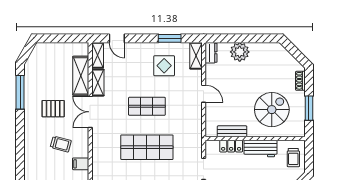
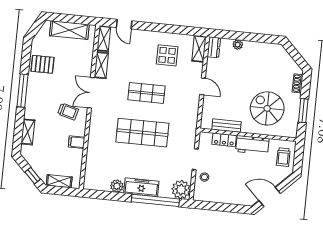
window: (170, 38) -> (175, 29), removed
plant: (240, 52) -> (238, 45), width x0.53, depth x0.53
shelving: (81, 76) -> (69, 30), moved, turned 90
window: (20, 92) -> (23, 91), moved
pallet: (53, 109) -> (42, 64), moved
spiral stairs: (272, 110) -> (267, 108), turned -90
trolley: (61, 144) -> (68, 111), moved
shelving: (30, 158) -> (28, 132), added

